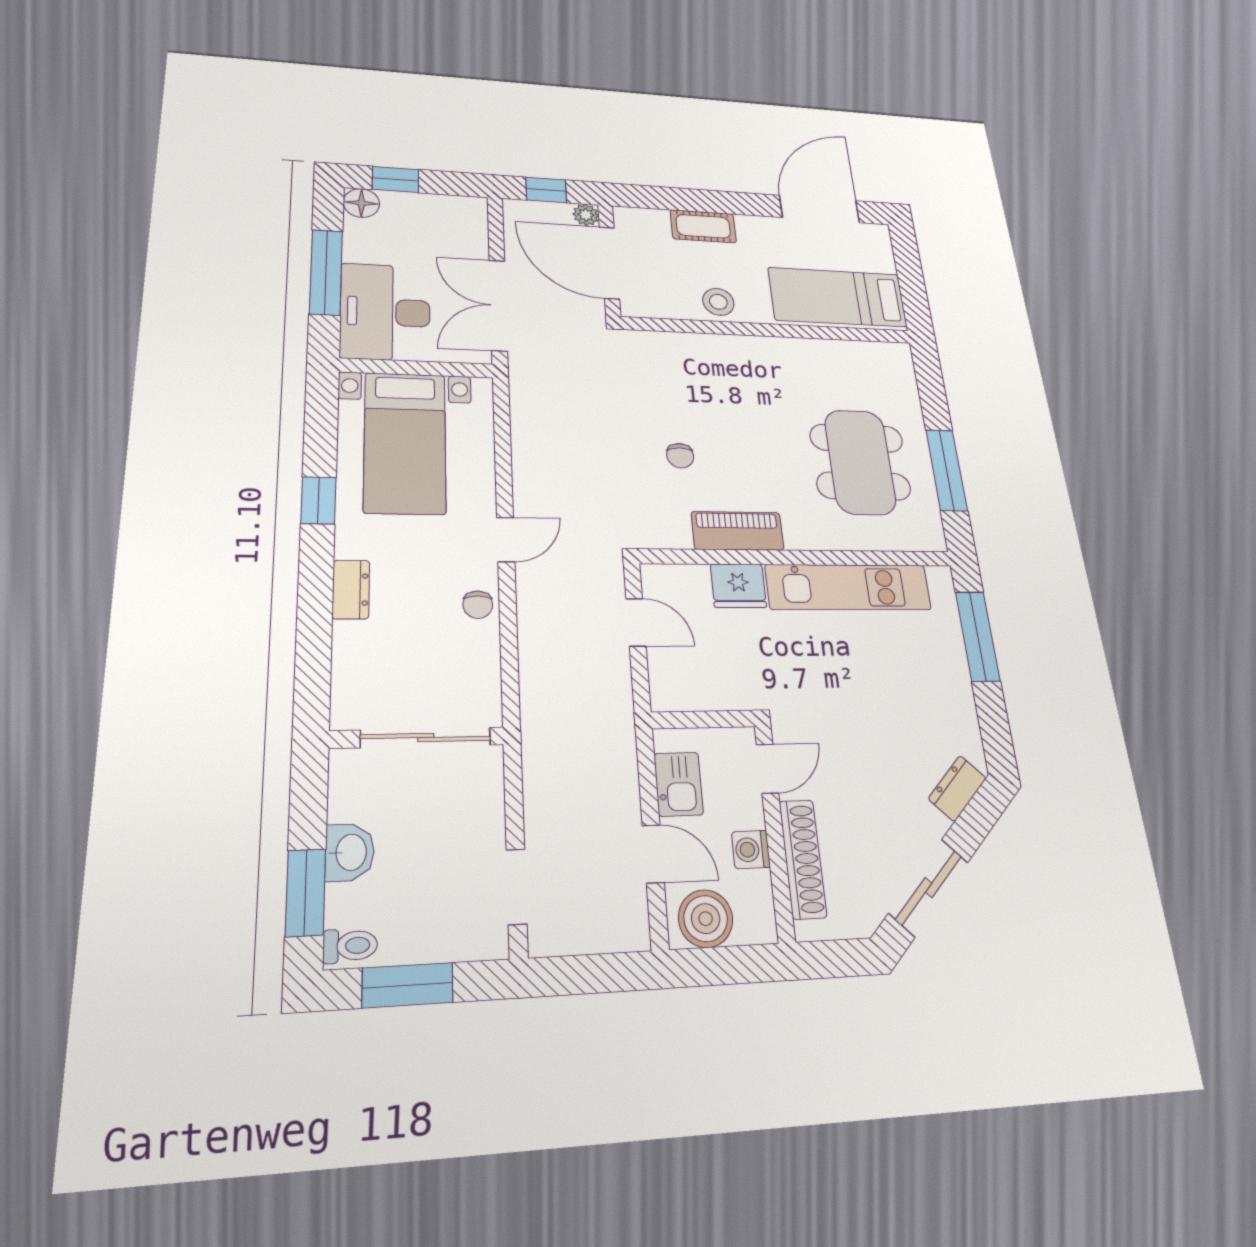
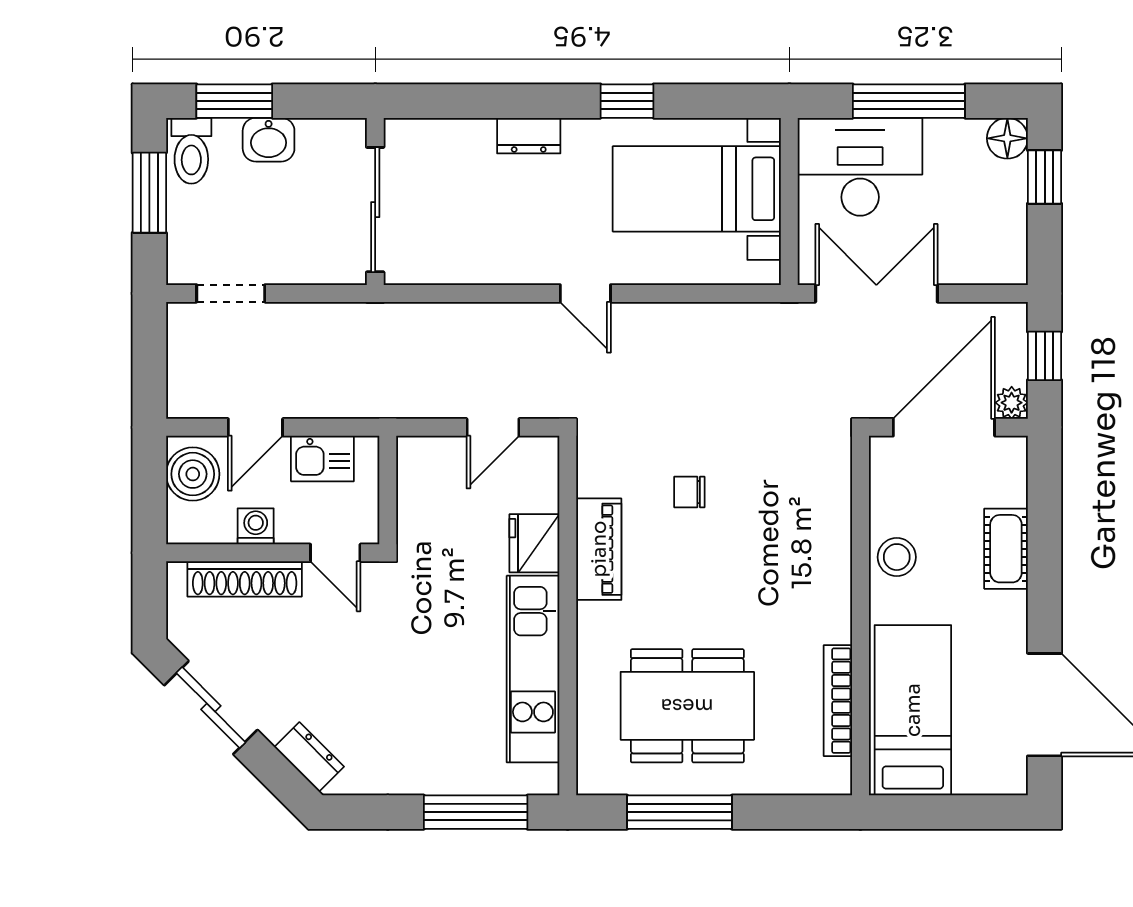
bookcase: (838, 349) -> (838, 701), added
chair: (478, 605) -> (512, 263), removed
toilet: (350, 946) -> (191, 151), width x1.37, depth x1.39

